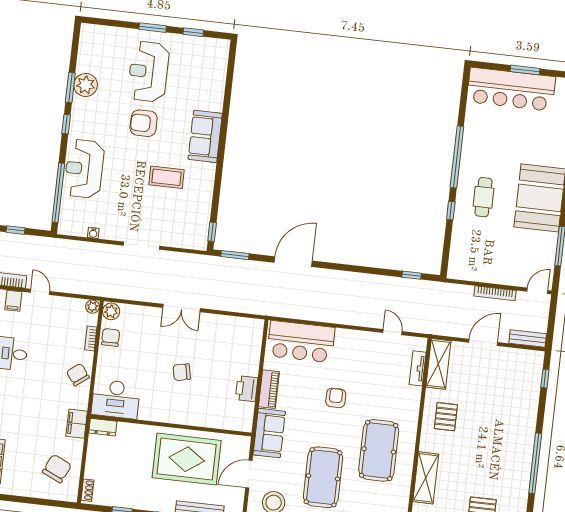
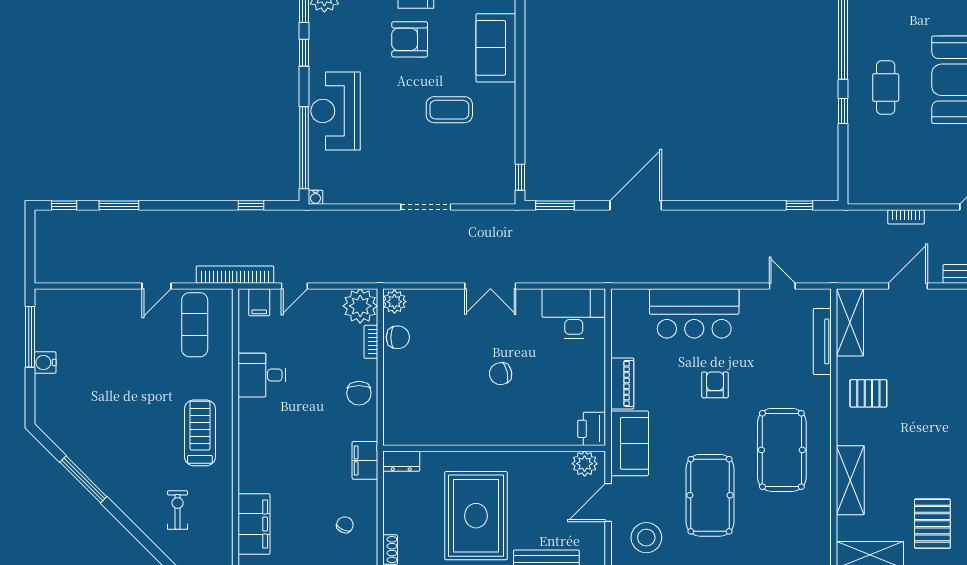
water cooler: (93, 233) -> (316, 197), moved
door: (40, 292) -> (294, 286), swing flipped
bookcase: (495, 293) -> (906, 217), width x0.64
plant: (92, 307) -> (360, 306), width x1.87, depth x1.87
chair: (111, 337) -> (398, 337), turned 90
bar counter: (301, 342) -> (694, 313), moved
tv unit: (418, 368) -> (822, 341), width x1.41
chair: (78, 375) -> (359, 393), turned -143
printer: (247, 389) -> (592, 429), moved
desk: (116, 399) -> (574, 314), moved, turned 180
pallet: (446, 417) -> (868, 393), turned 90
plant: (235, 444) -> (585, 464), added
rug: (187, 459) -> (476, 516), moved, turned 90
chair: (57, 469) -> (345, 525), width x0.54, depth x0.54

